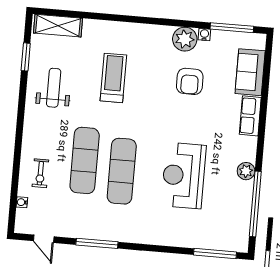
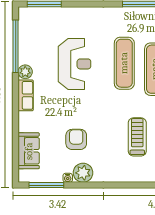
treadmill: (113, 78) -> (137, 137), turned 180
row of seats: (250, 116) -> (26, 95), moved

